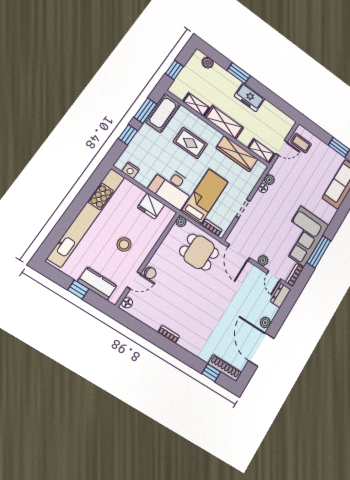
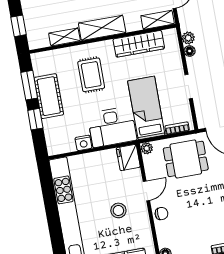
cot: (163, 113) -> (49, 96), moved
rug: (190, 143) -> (91, 75), turned 90
nightstand: (131, 170) -> (83, 143), moved
fridge: (151, 206) -> (128, 158), moved, turned 90
door: (134, 280) -> (146, 191), moved

